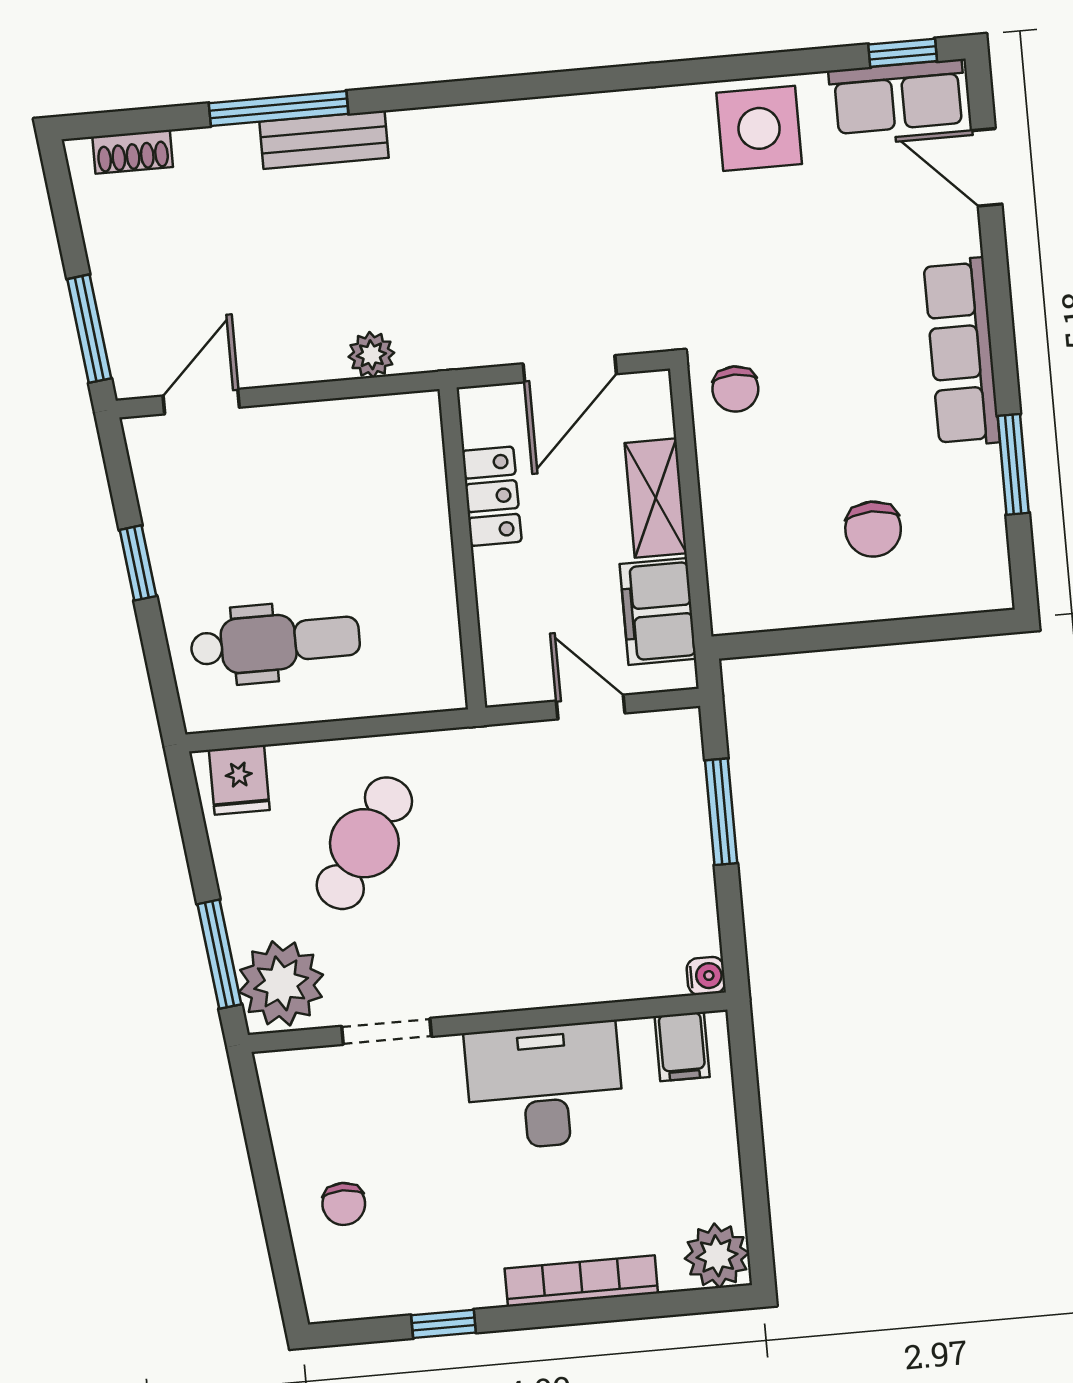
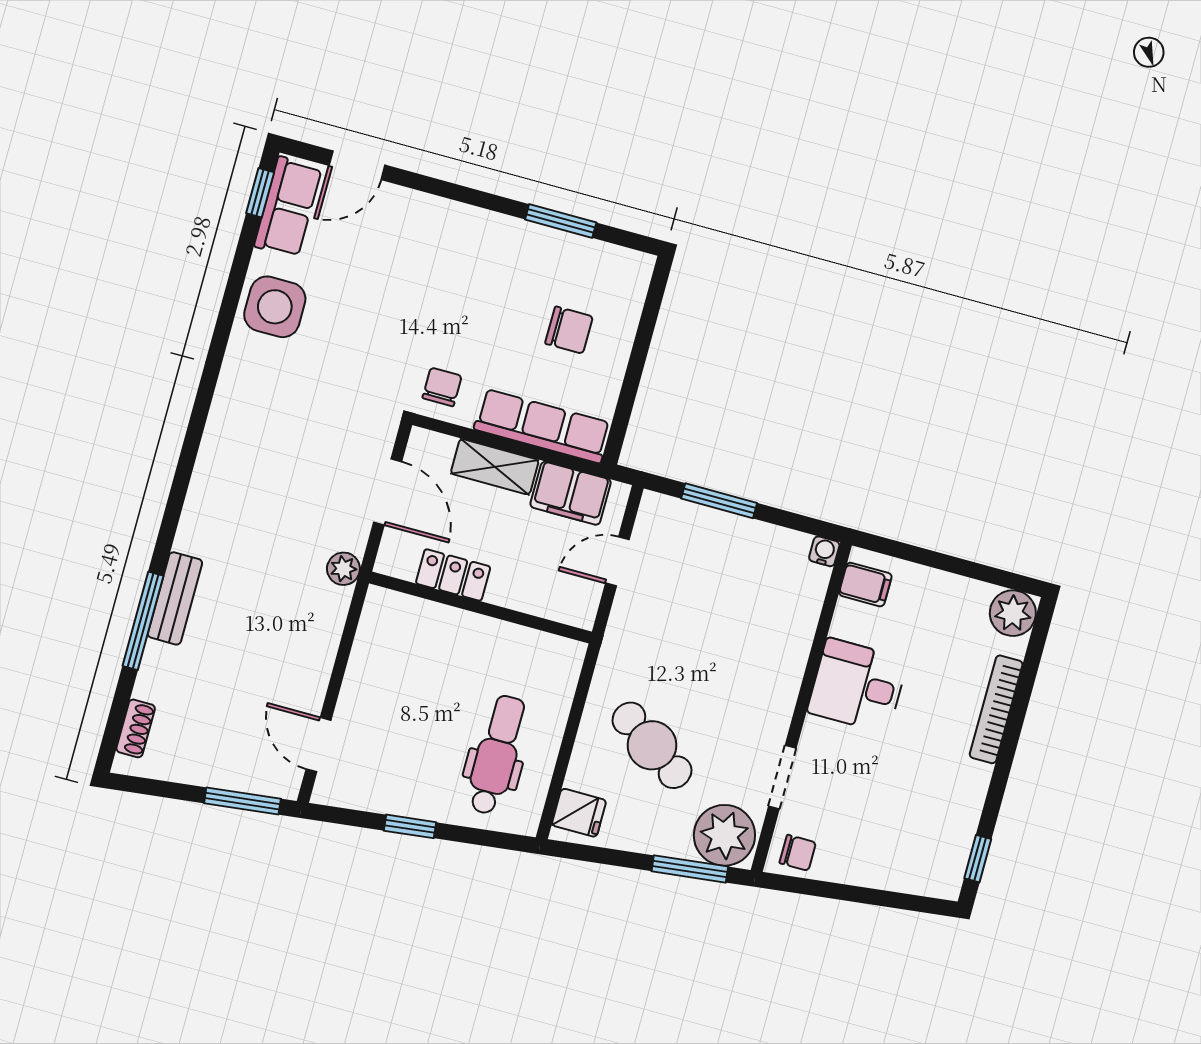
row of seats: (962, 352) -> (542, 426), moved, turned 180
plant: (371, 355) -> (343, 569), moved
chair: (735, 389) -> (442, 387), turned -90
desk: (544, 1086) -> (858, 686), width x0.73
chair: (344, 1204) -> (798, 853), moved
window: (443, 1324) -> (978, 859), moved

